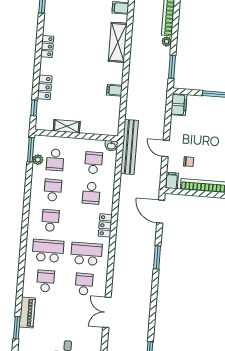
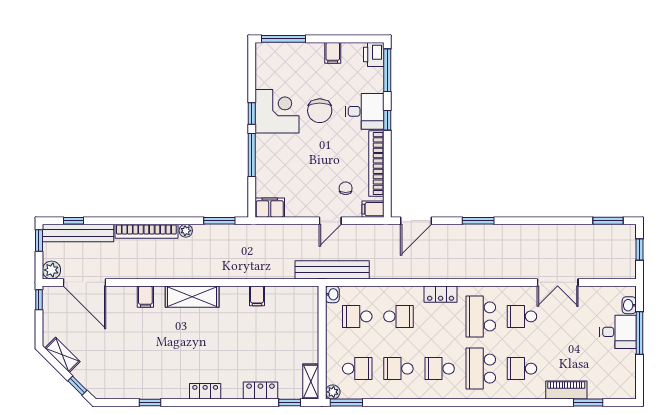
shelving: (67, 126) -> (311, 382), moved
plant: (38, 160) -> (333, 392), moved

